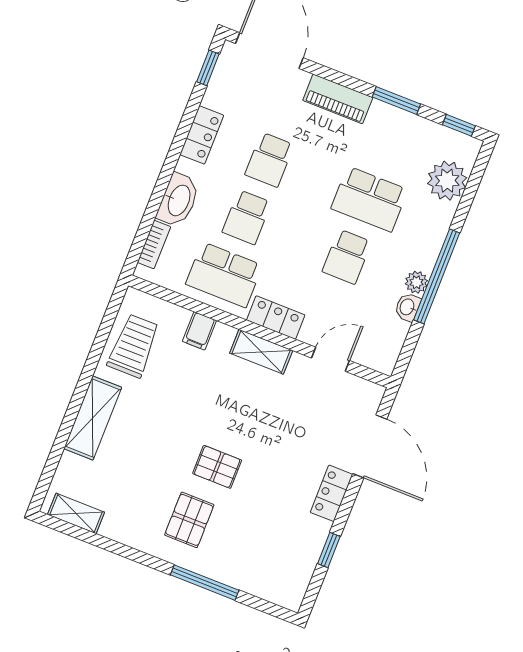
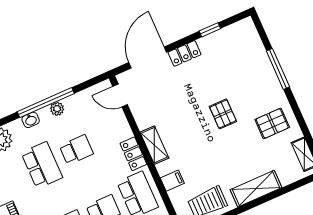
washbasin: (408, 307) -> (31, 120), moved
door: (331, 359) -> (120, 95), moved
pallet: (189, 520) -> (272, 123), moved

